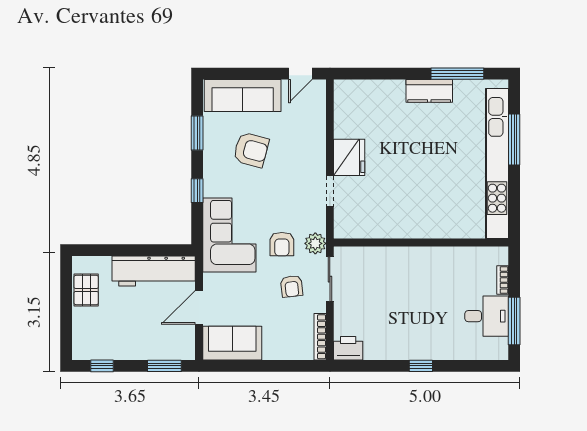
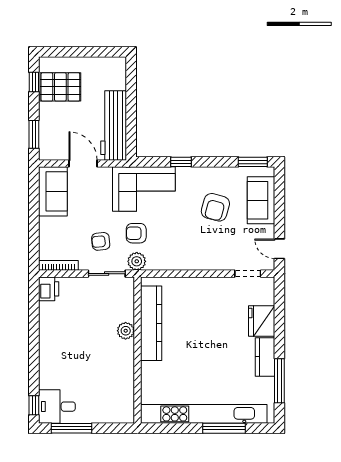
sofa: (243, 96) -> (261, 200), width x0.73
window: (197, 133) -> (253, 162), moved
fridge: (349, 157) -> (262, 321), moved, turned 90
doorway: (330, 191) -> (248, 274), moved
kitchen counter: (389, 226) -> (151, 323), added
plant: (398, 257) -> (126, 331), added
bookcase: (503, 280) -> (106, 419), removed
pallet: (86, 290) -> (60, 87), moved, width x1.50, depth x1.42
desk: (487, 316) -> (57, 407), moved, turned 90
window: (421, 366) -> (34, 405), moved

